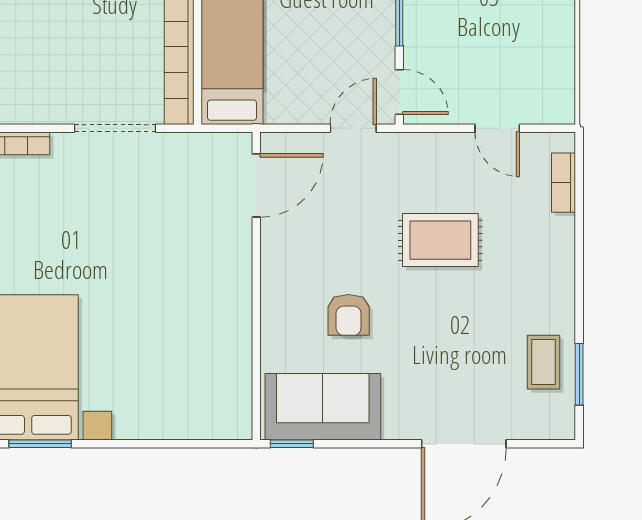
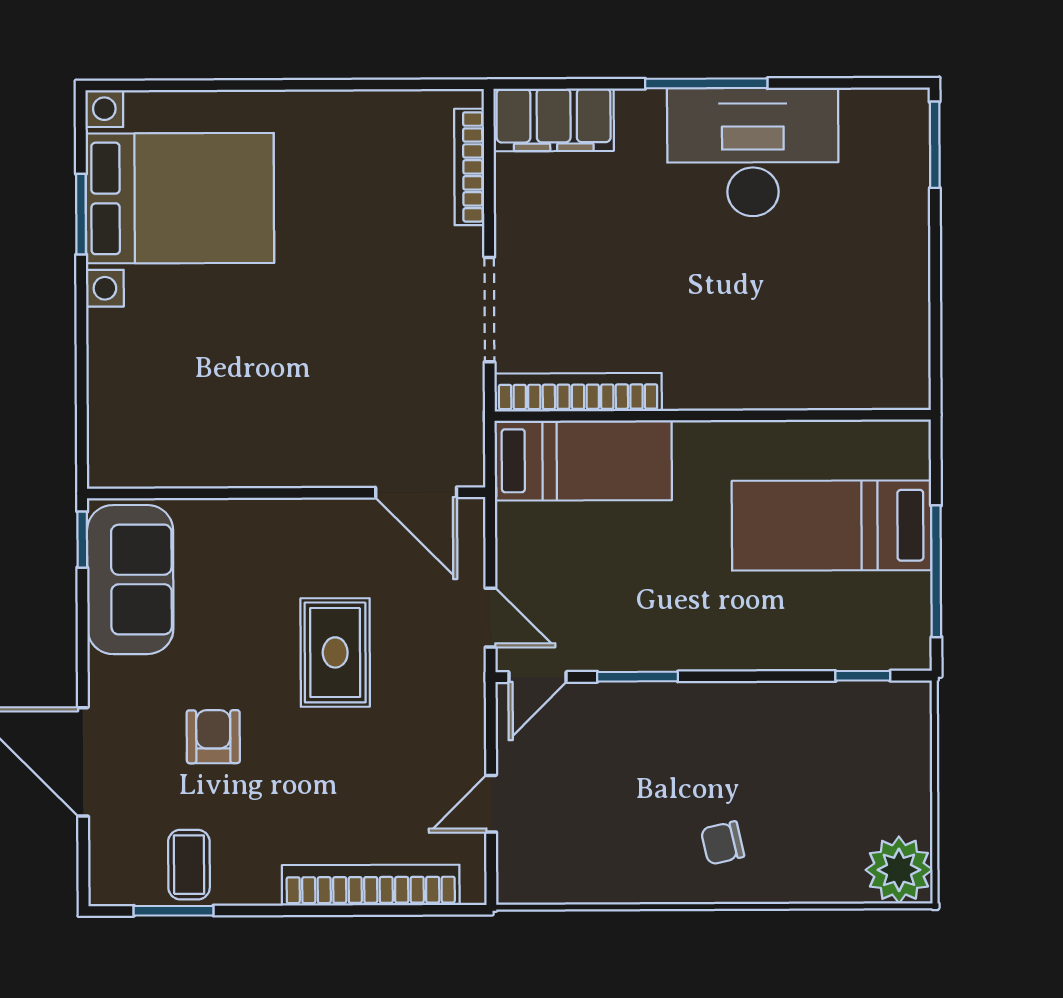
bookcase: (564, 183) -> (371, 885), width x2.31, depth x1.31
rug: (440, 240) -> (335, 652), moved
armchair: (349, 315) -> (213, 737), moved, turned 90
coffee table: (544, 362) -> (189, 865), turned 90

